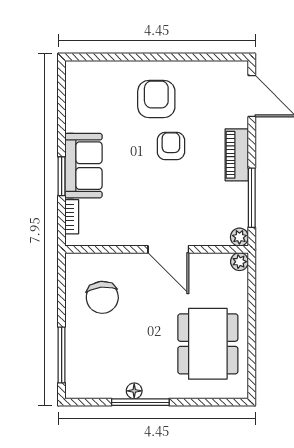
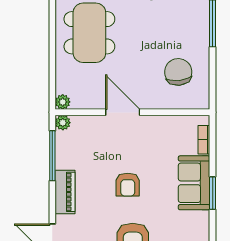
armchair: (171, 146) -> (128, 185), moved
window: (62, 176) -> (213, 193), moved

